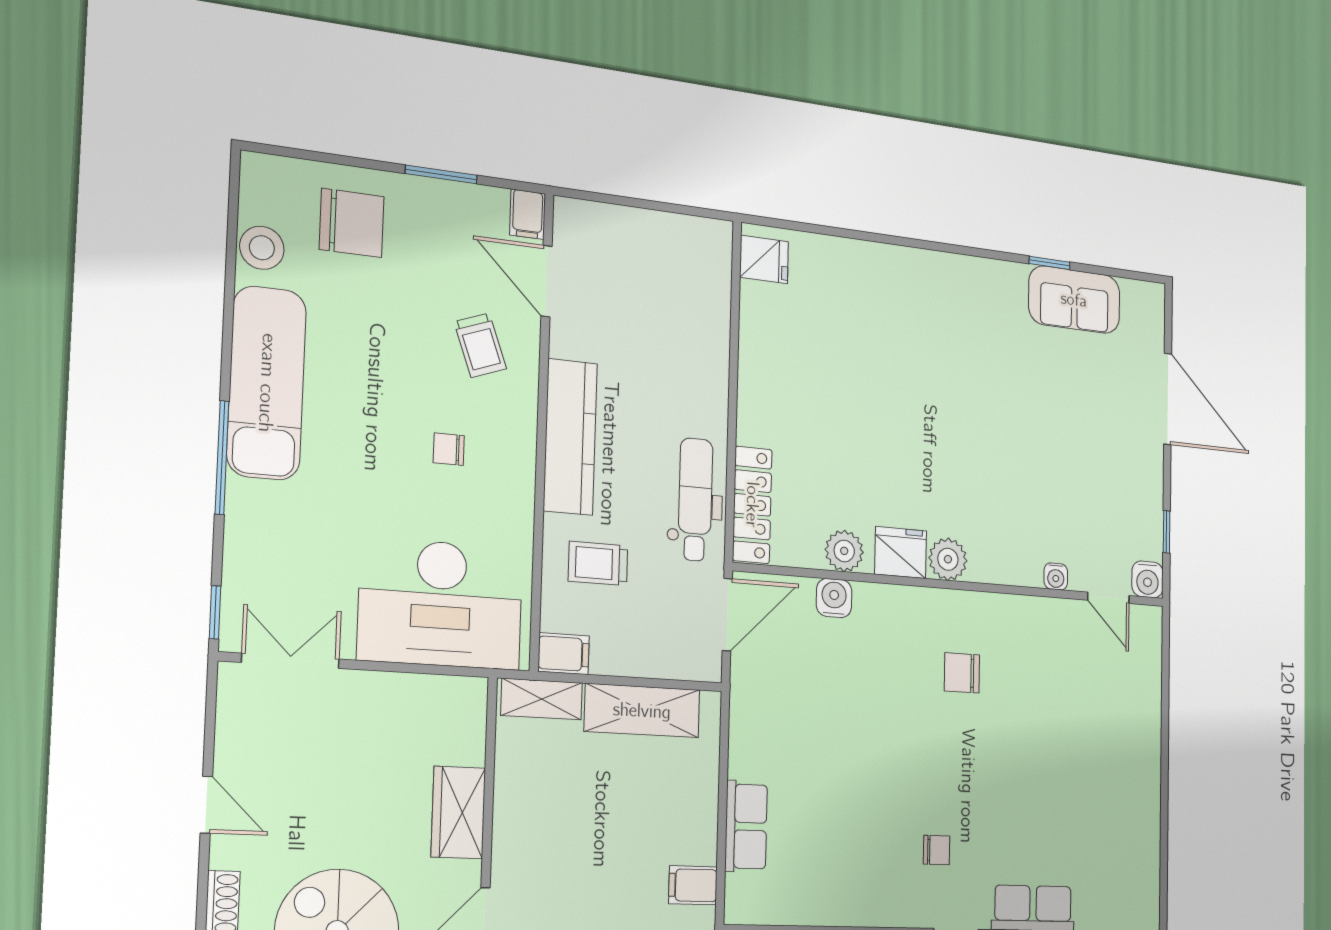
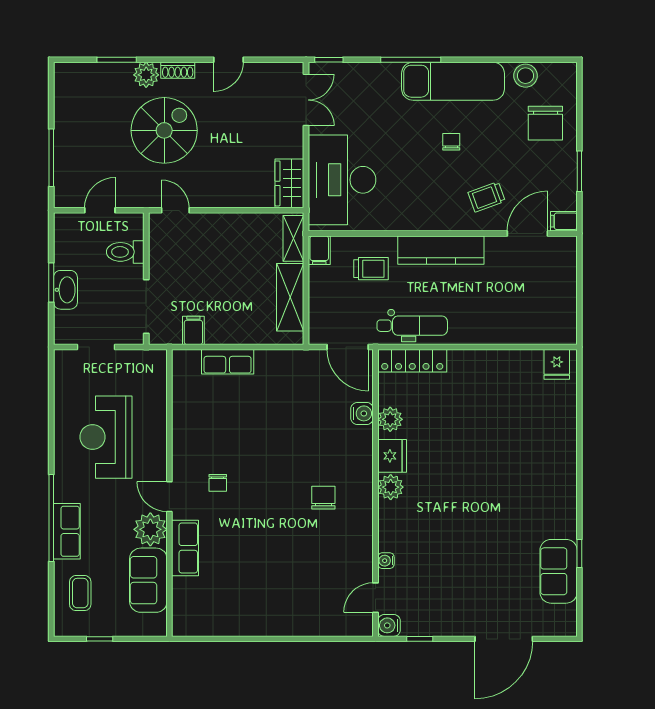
chair: (449, 449) -> (451, 142), moved
trolley: (598, 563) -> (371, 269), turned 90
wardrobe: (458, 812) -> (289, 183), moved, turned -90

